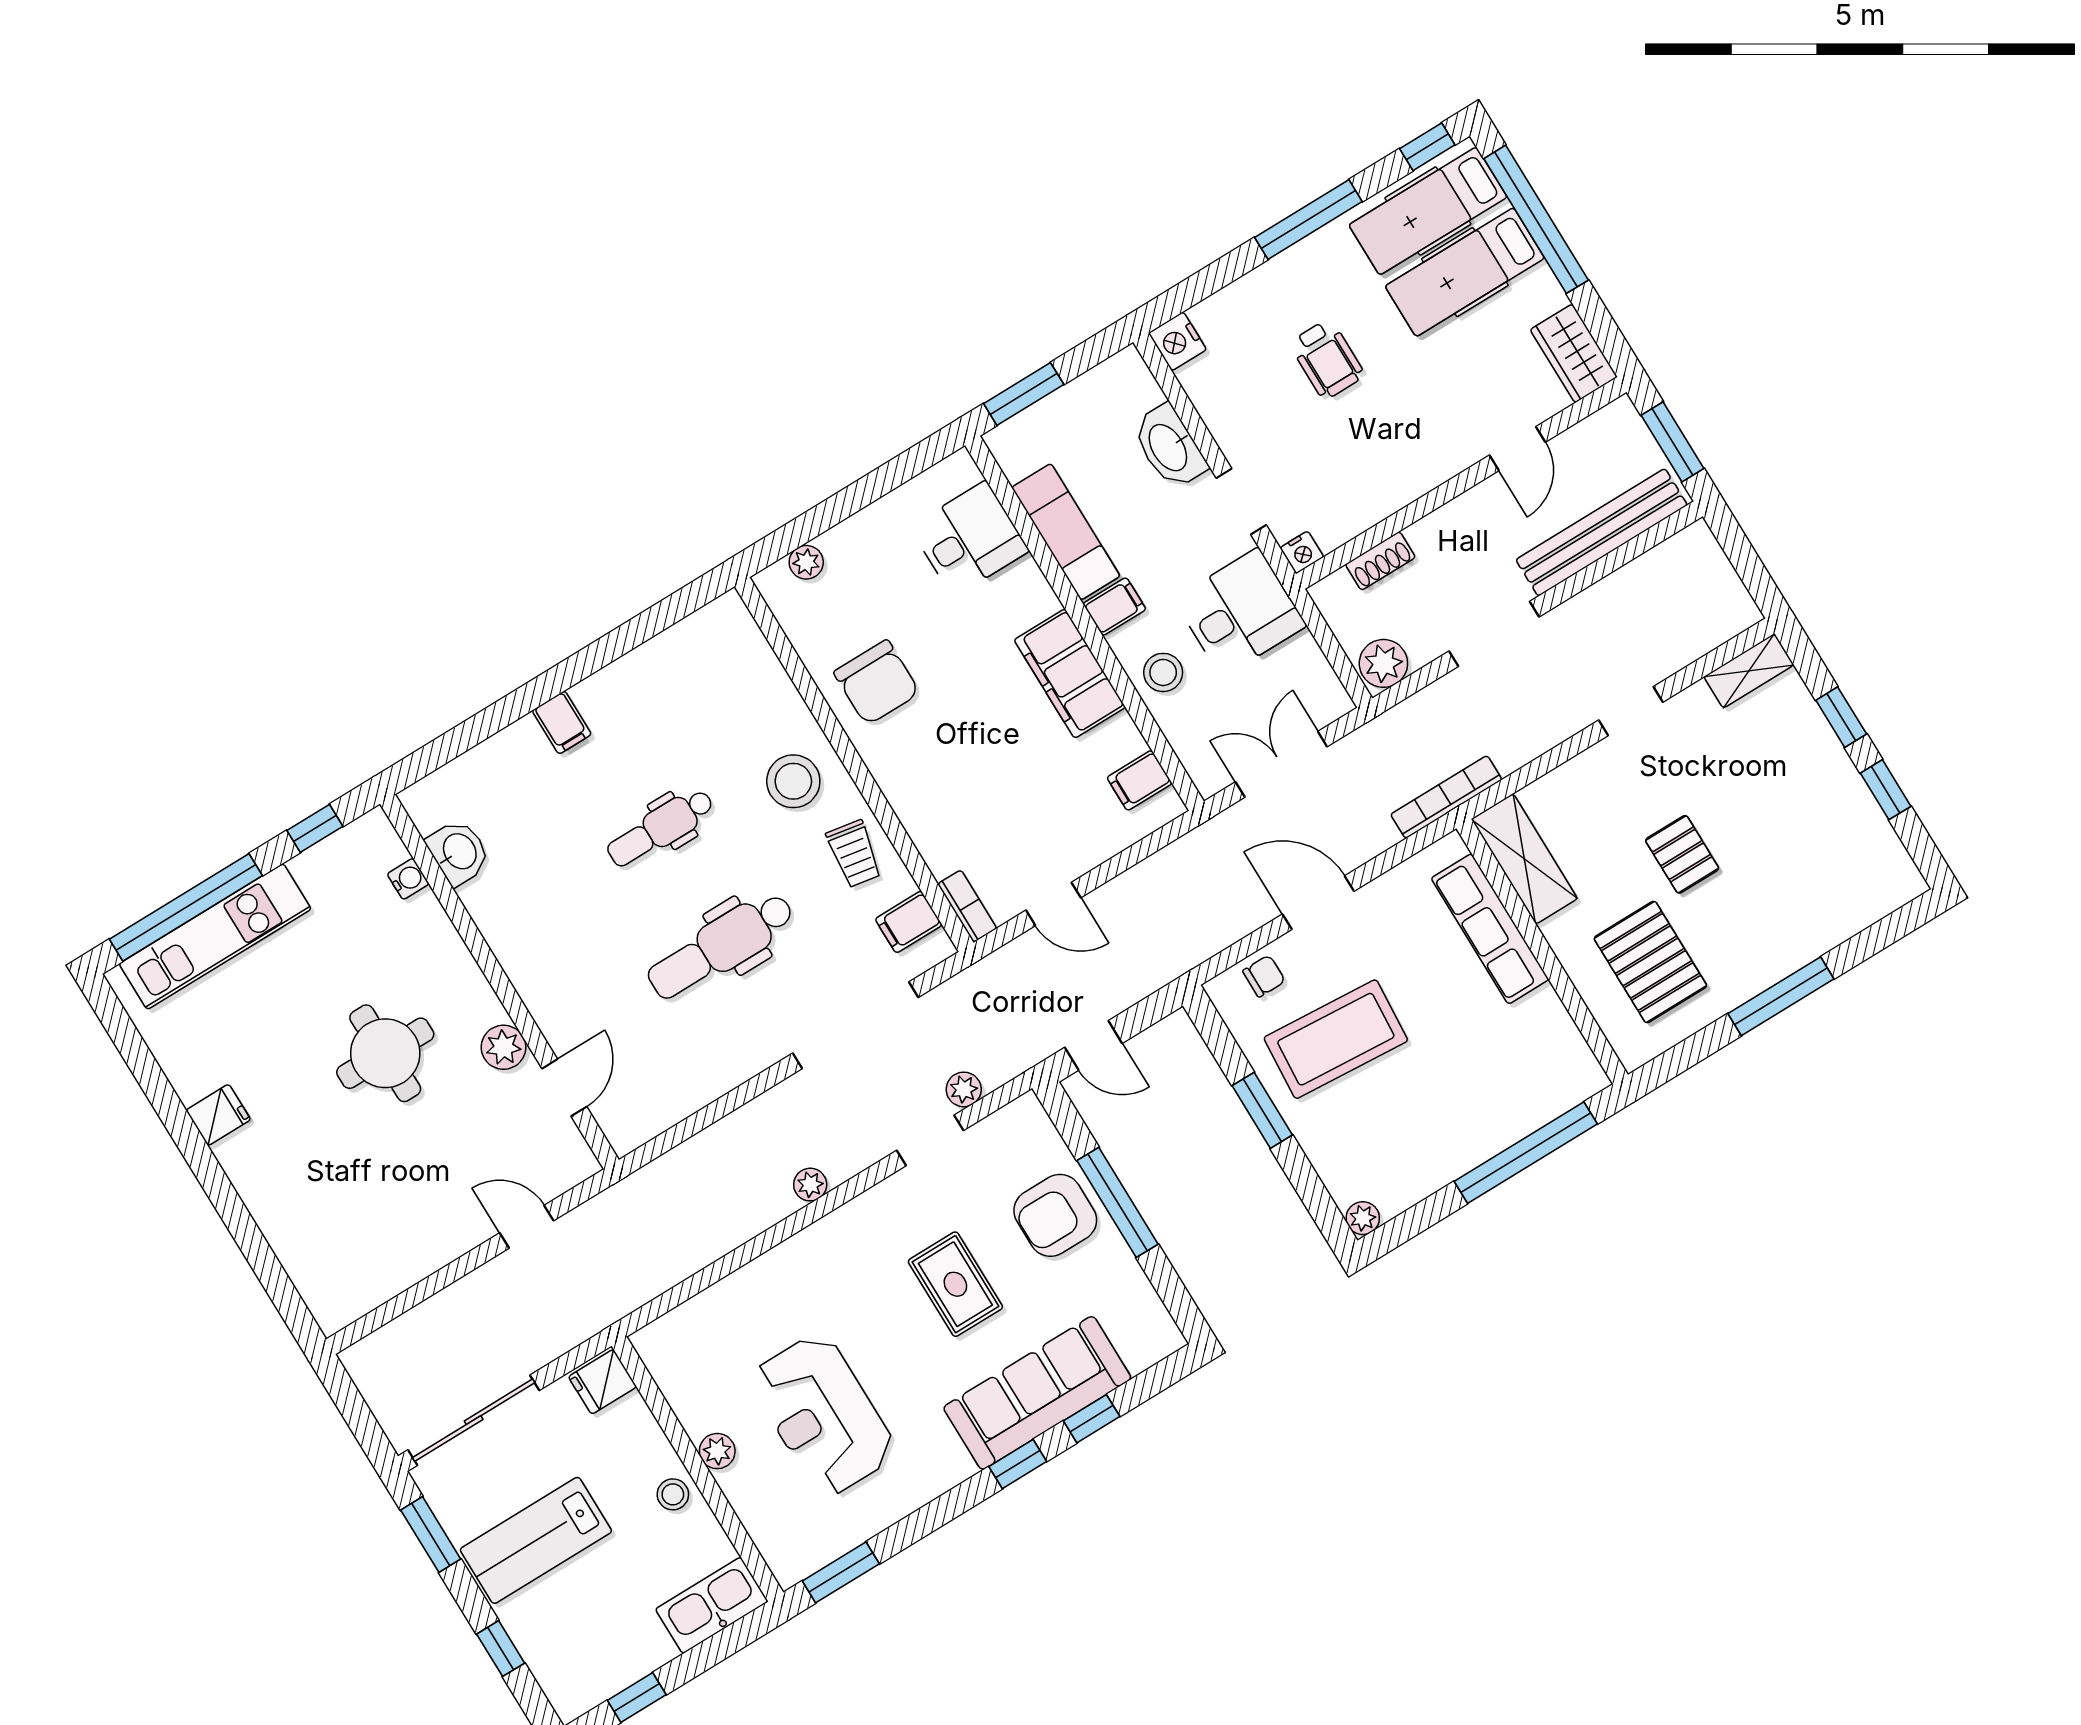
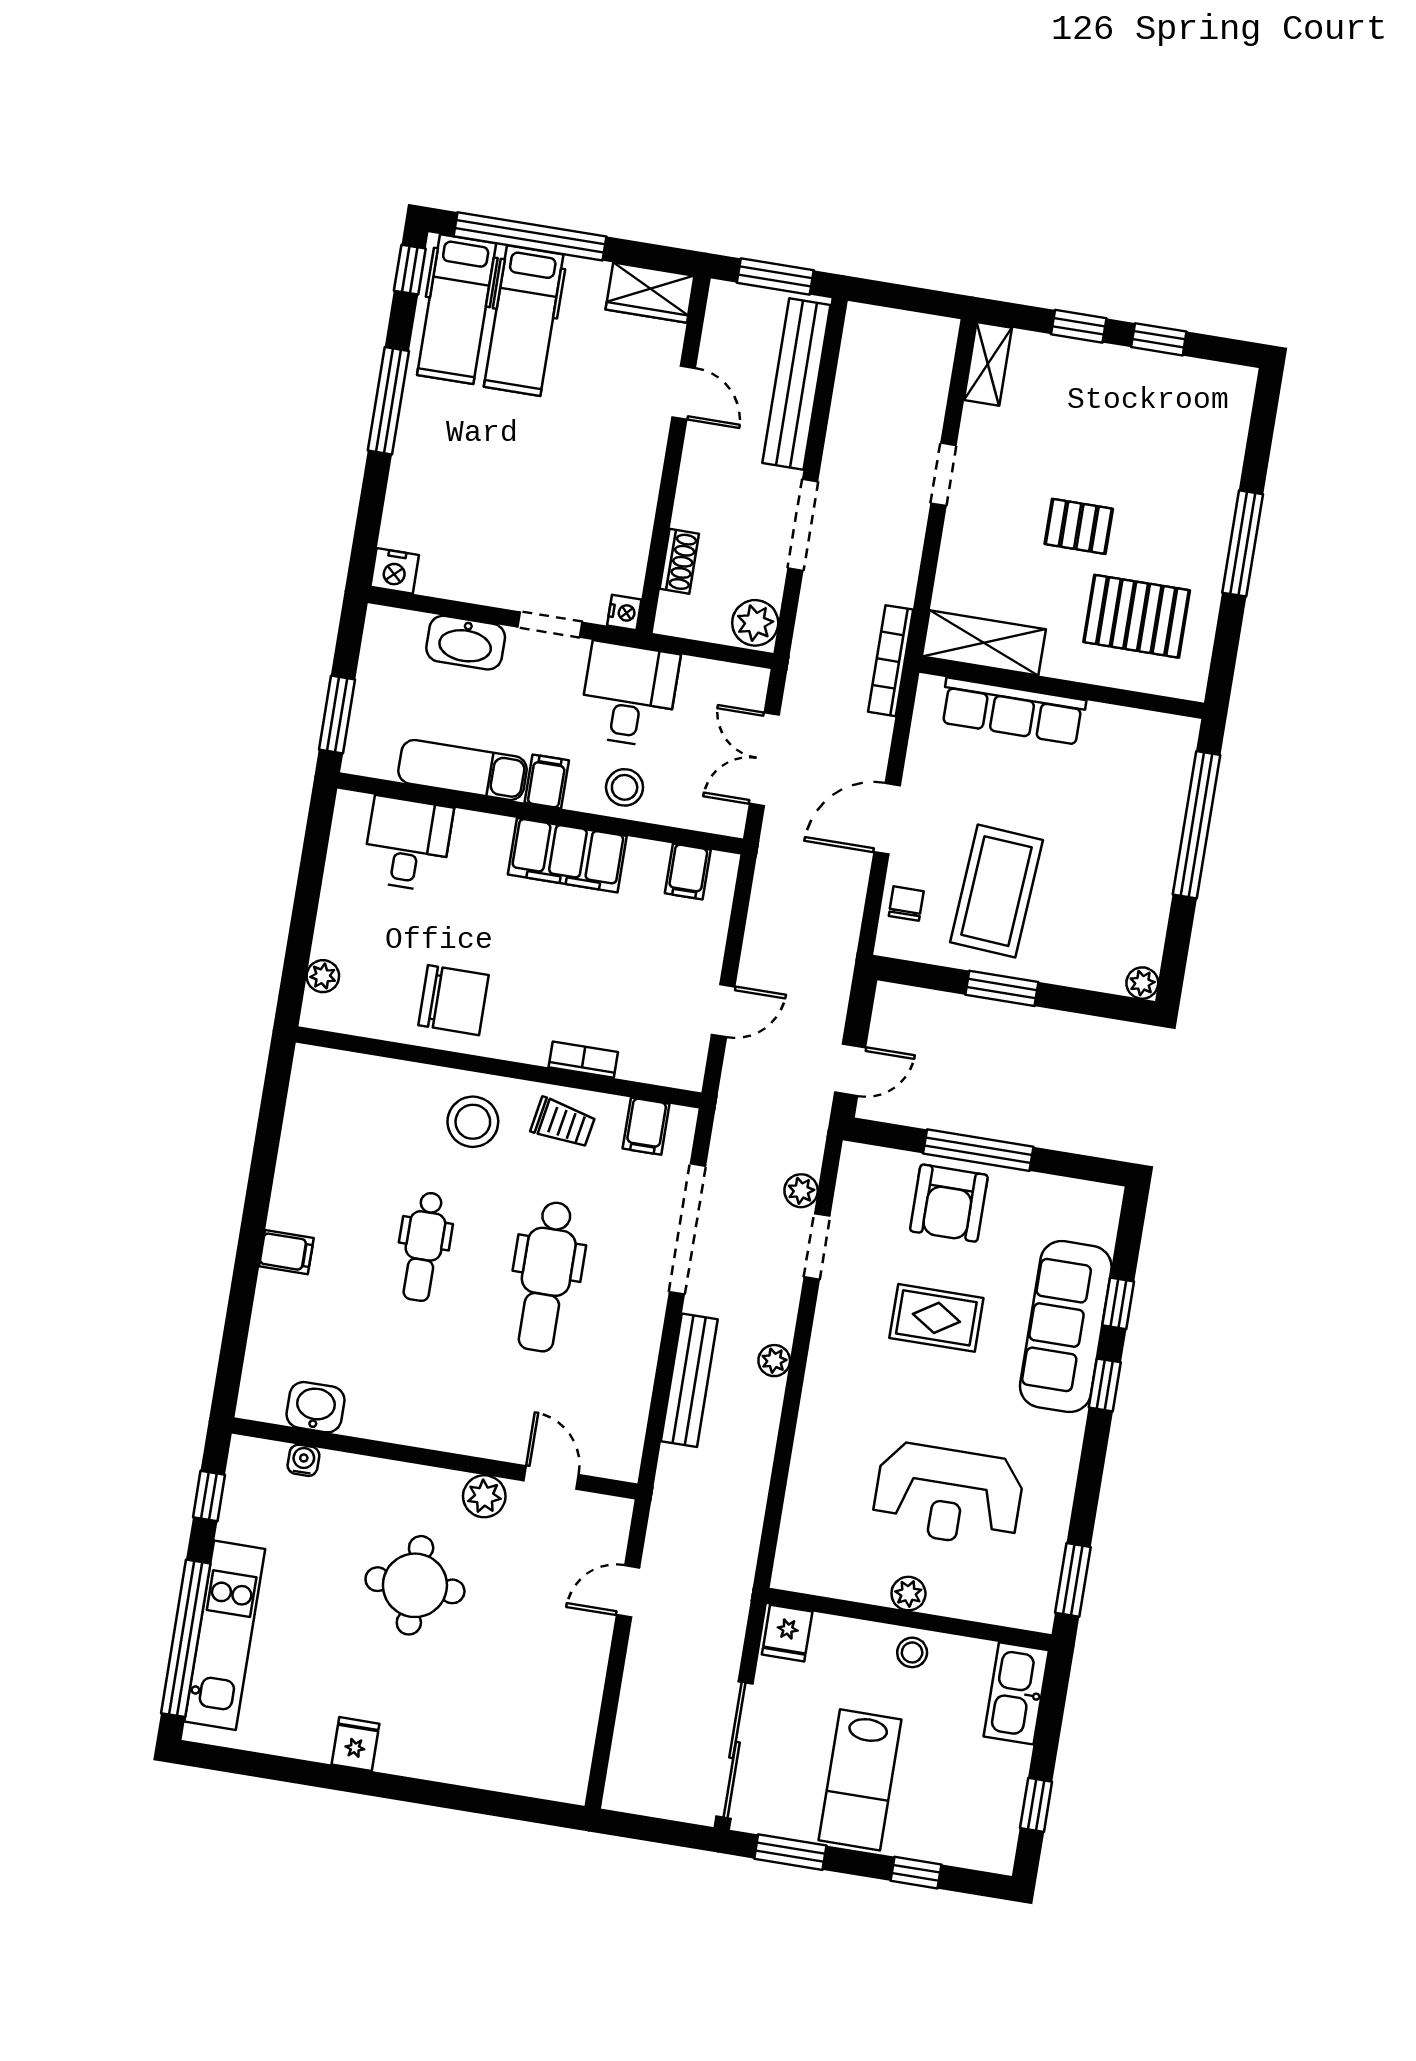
wheelchair: (1327, 359) -> (501, 474), removed
bookcase: (967, 906) -> (583, 1060), moved
bench: (736, 1131) -> (689, 1380), added

